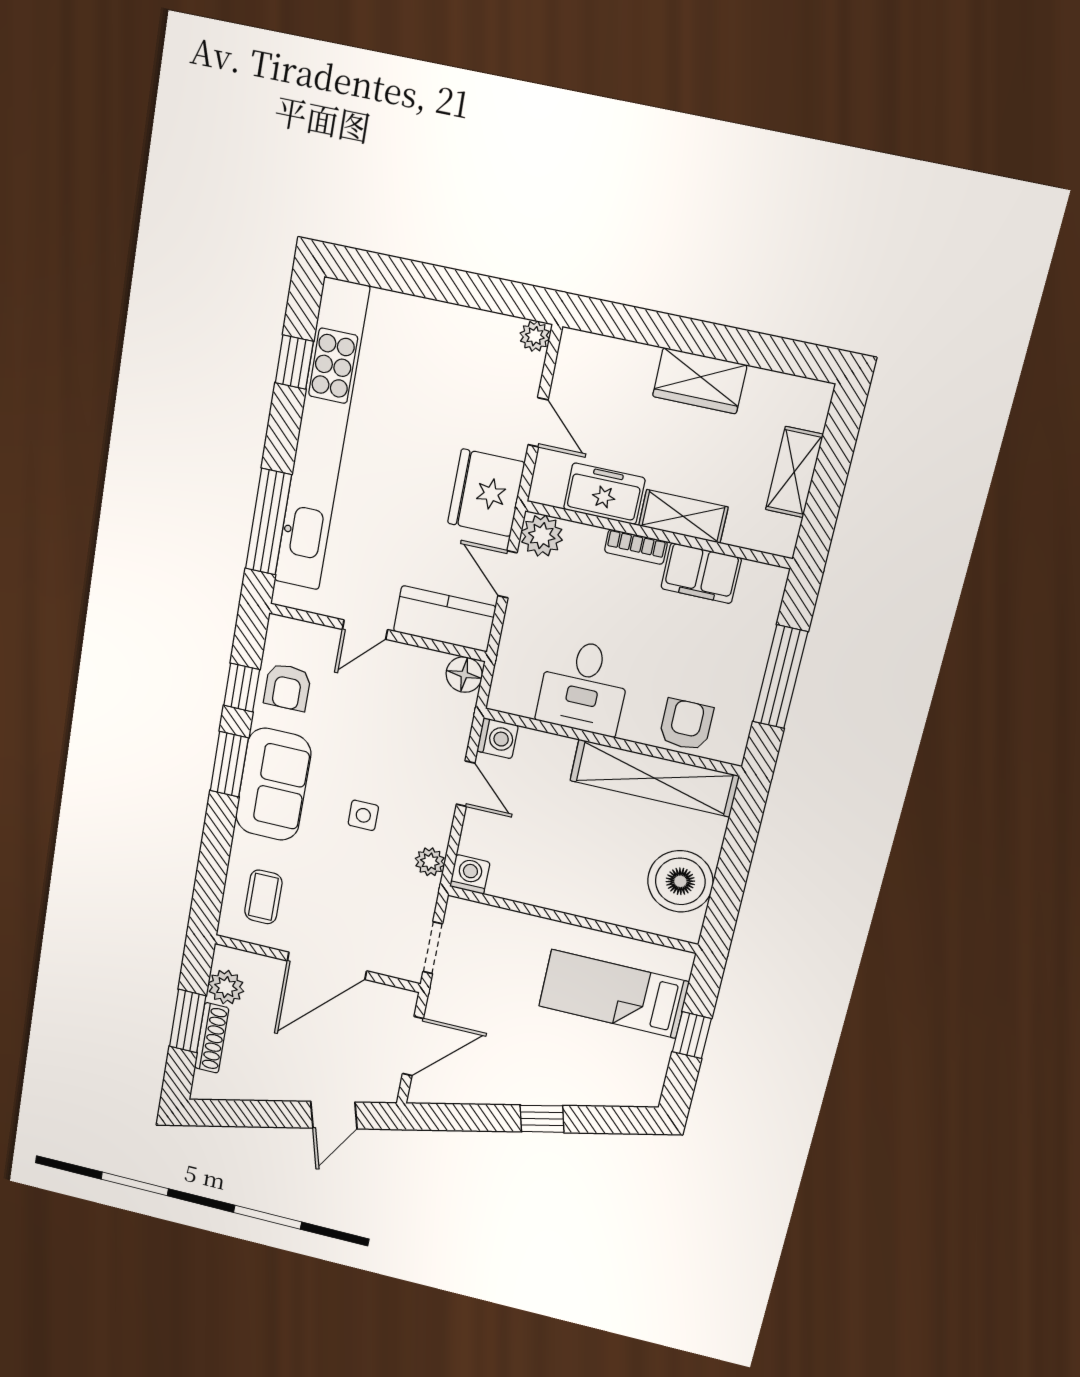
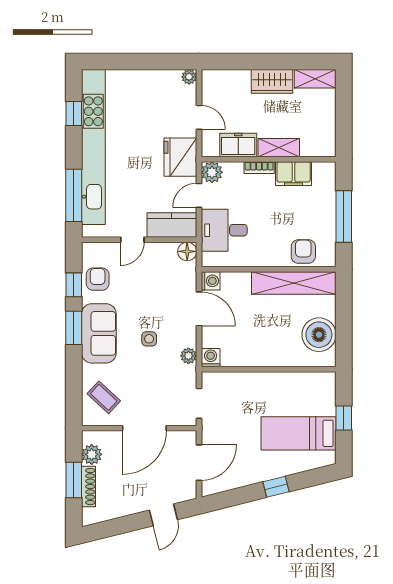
shelving: (794, 472) -> (315, 79), moved, turned 90
door: (508, 574) -> (199, 195), hinge flipped
armchair: (287, 687) -> (98, 279), turned 180
desk: (584, 687) -> (224, 230), moved, turned 90
door: (466, 784) -> (199, 309), width x1.38
coffee table: (263, 897) -> (104, 397), turned -47
bed: (614, 994) -> (299, 433), moved

